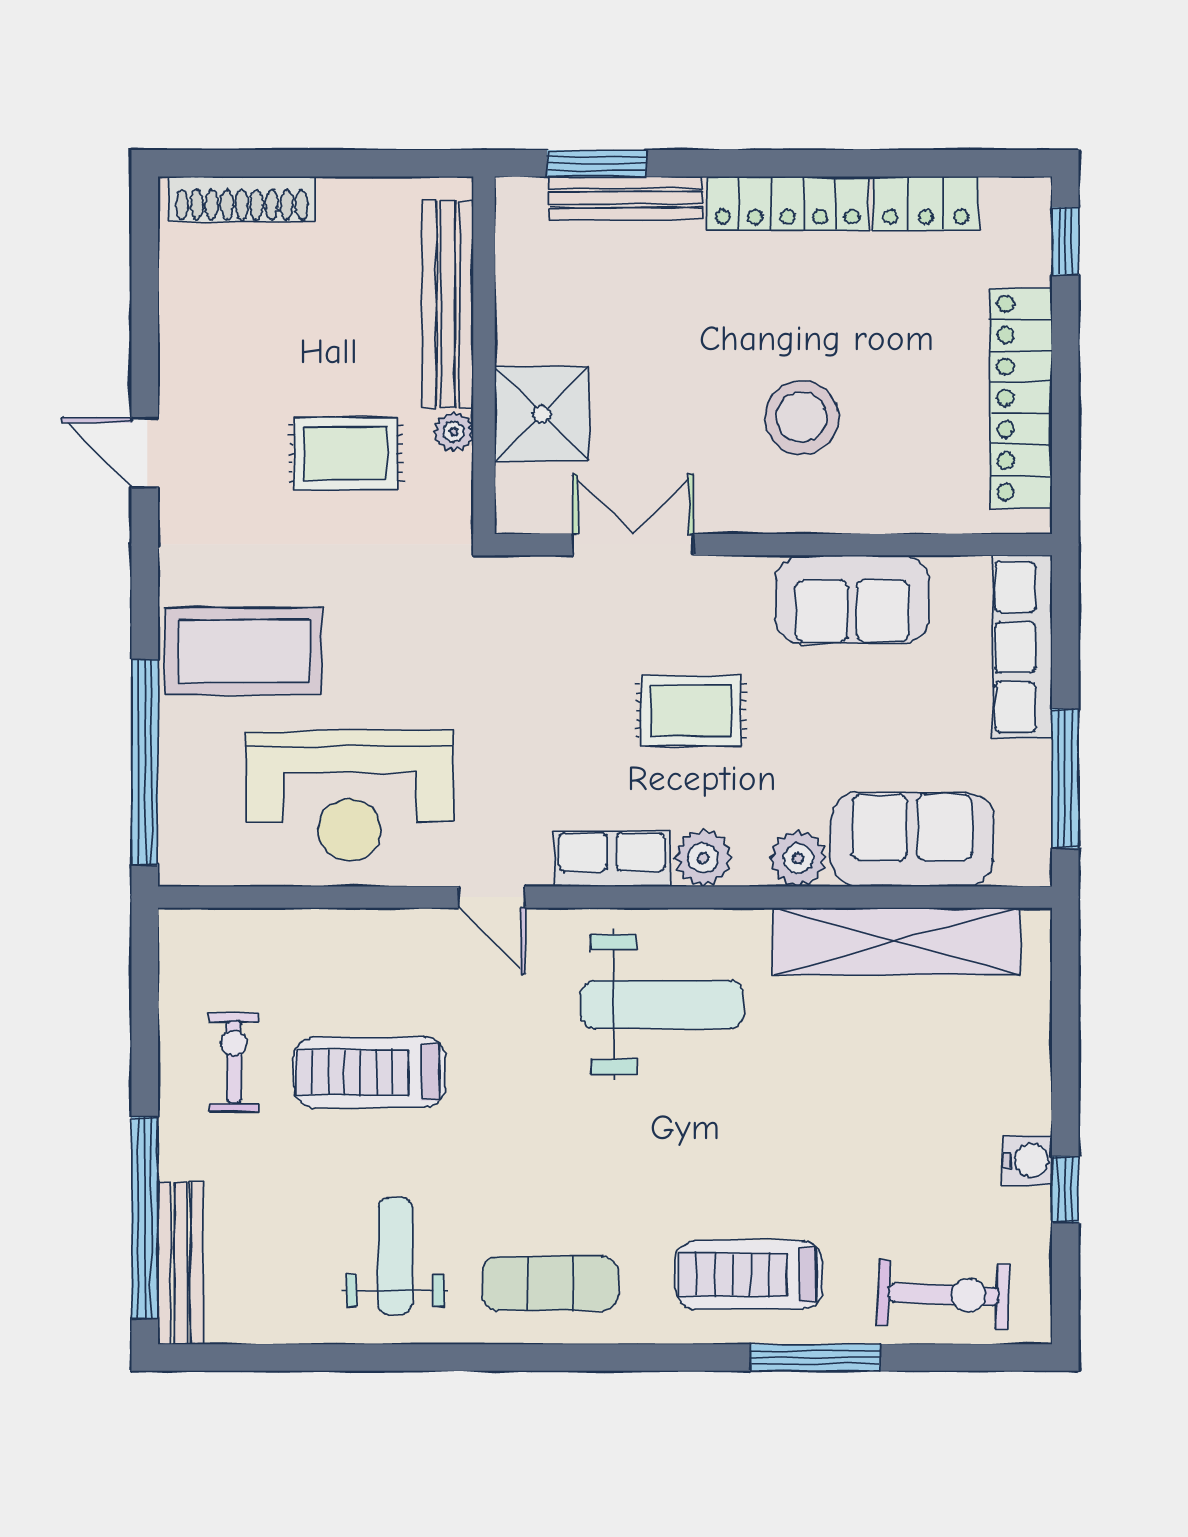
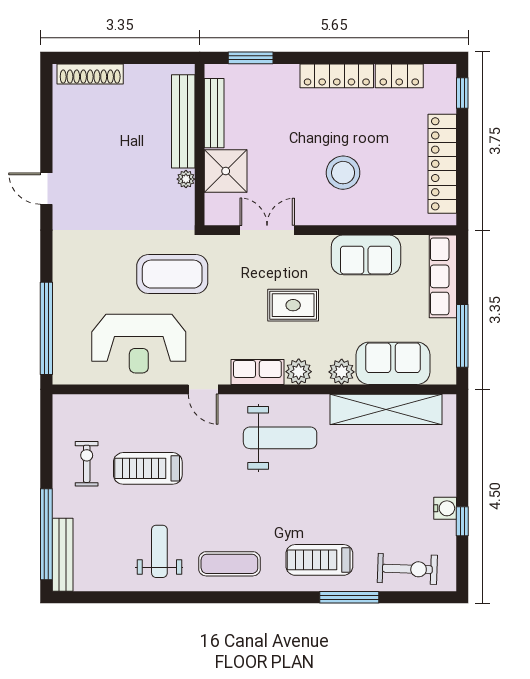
bench: (626, 198) -> (214, 113), moved, turned 90
rug: (346, 453) -> (137, 189), removed
coffee table: (244, 651) -> (172, 274), moved

